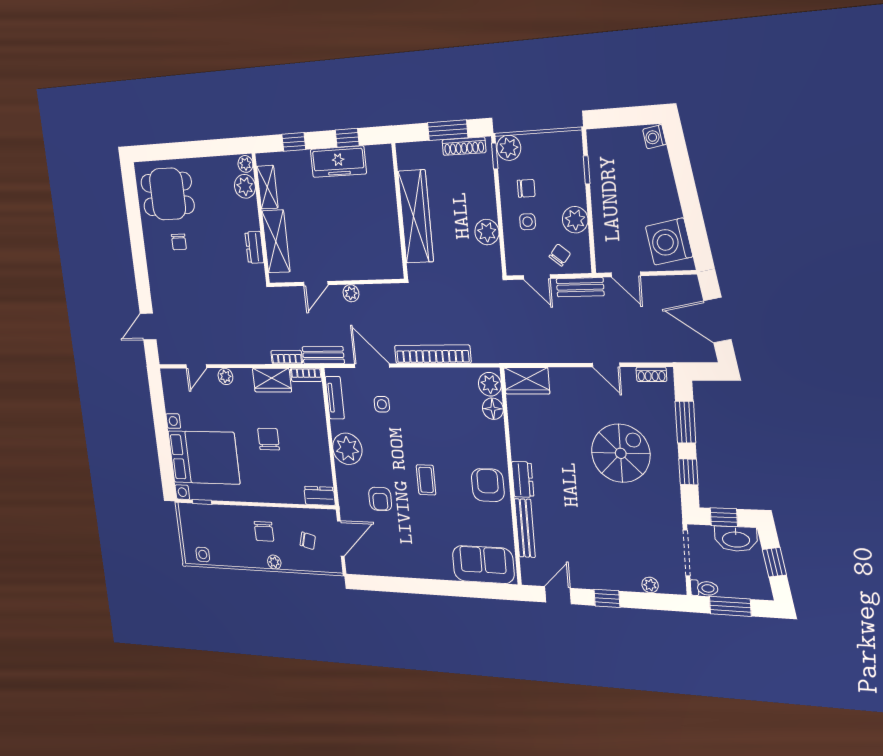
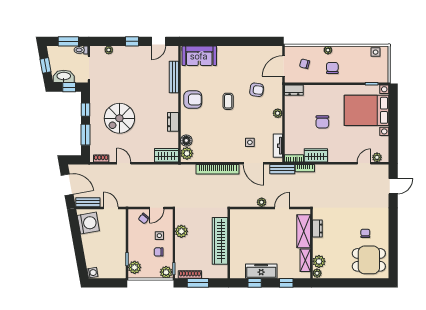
plant: (575, 220) -> (135, 267), moved
door: (537, 277) -> (157, 208), swing flipped
bench: (580, 287) -> (88, 202), moved
plant: (225, 376) -> (377, 157), moved
plant: (347, 449) -> (278, 113), width x0.53, depth x0.53
dresser: (523, 479) -> (173, 122), moved
armchair: (488, 485) -> (193, 100), turned -90
armchair: (380, 499) -> (257, 90), turned 98

